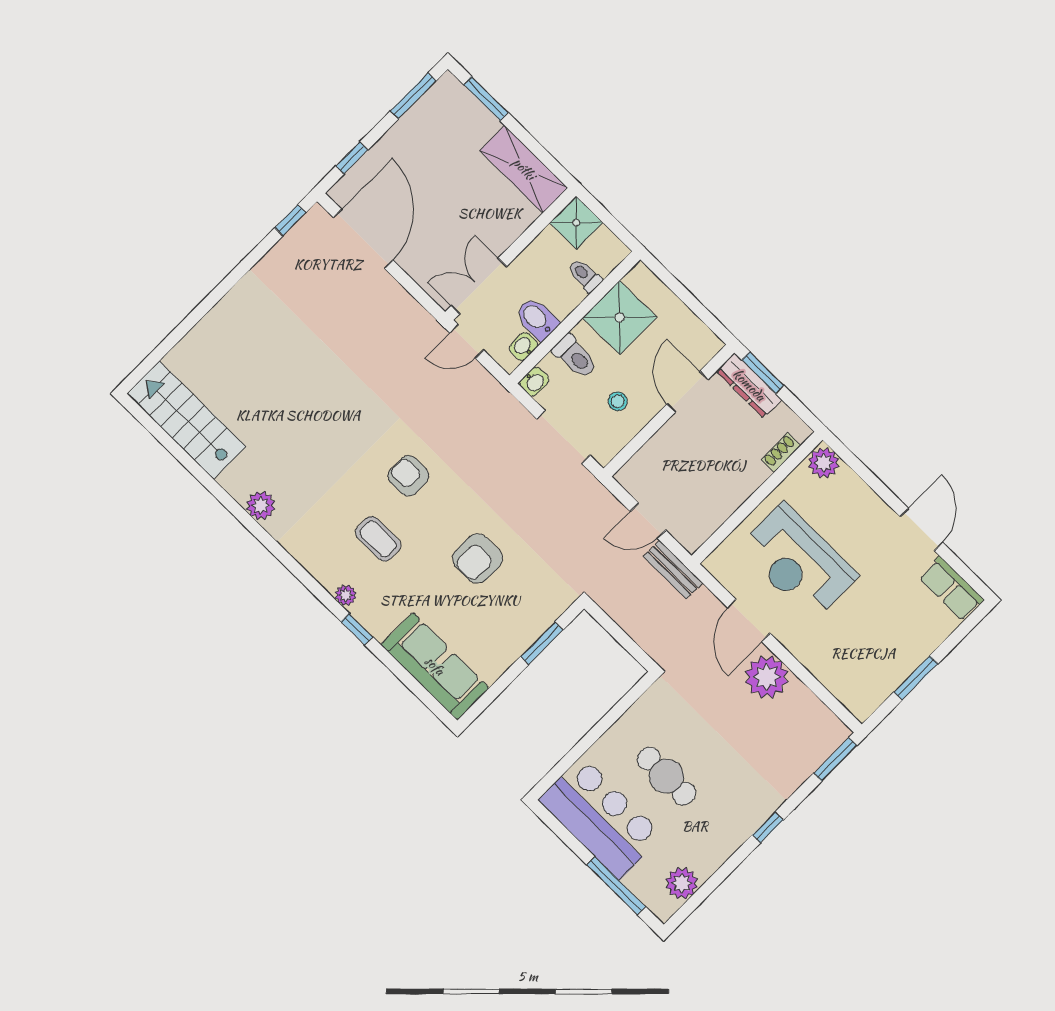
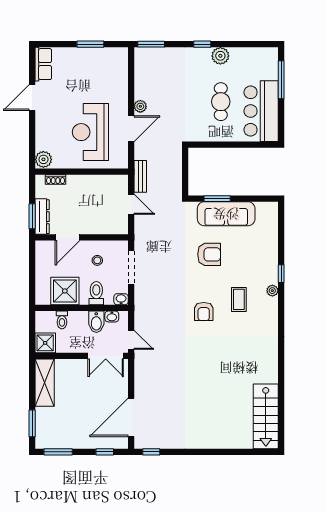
plant: (261, 506) -> (270, 356), removed
reception desk: (798, 562) -> (90, 132), turned 180
sofa: (435, 666) -> (226, 214), moved, turned -90
plant: (767, 677) -> (140, 106), width x0.53, depth x0.53
plant: (682, 883) -> (220, 56), moved

